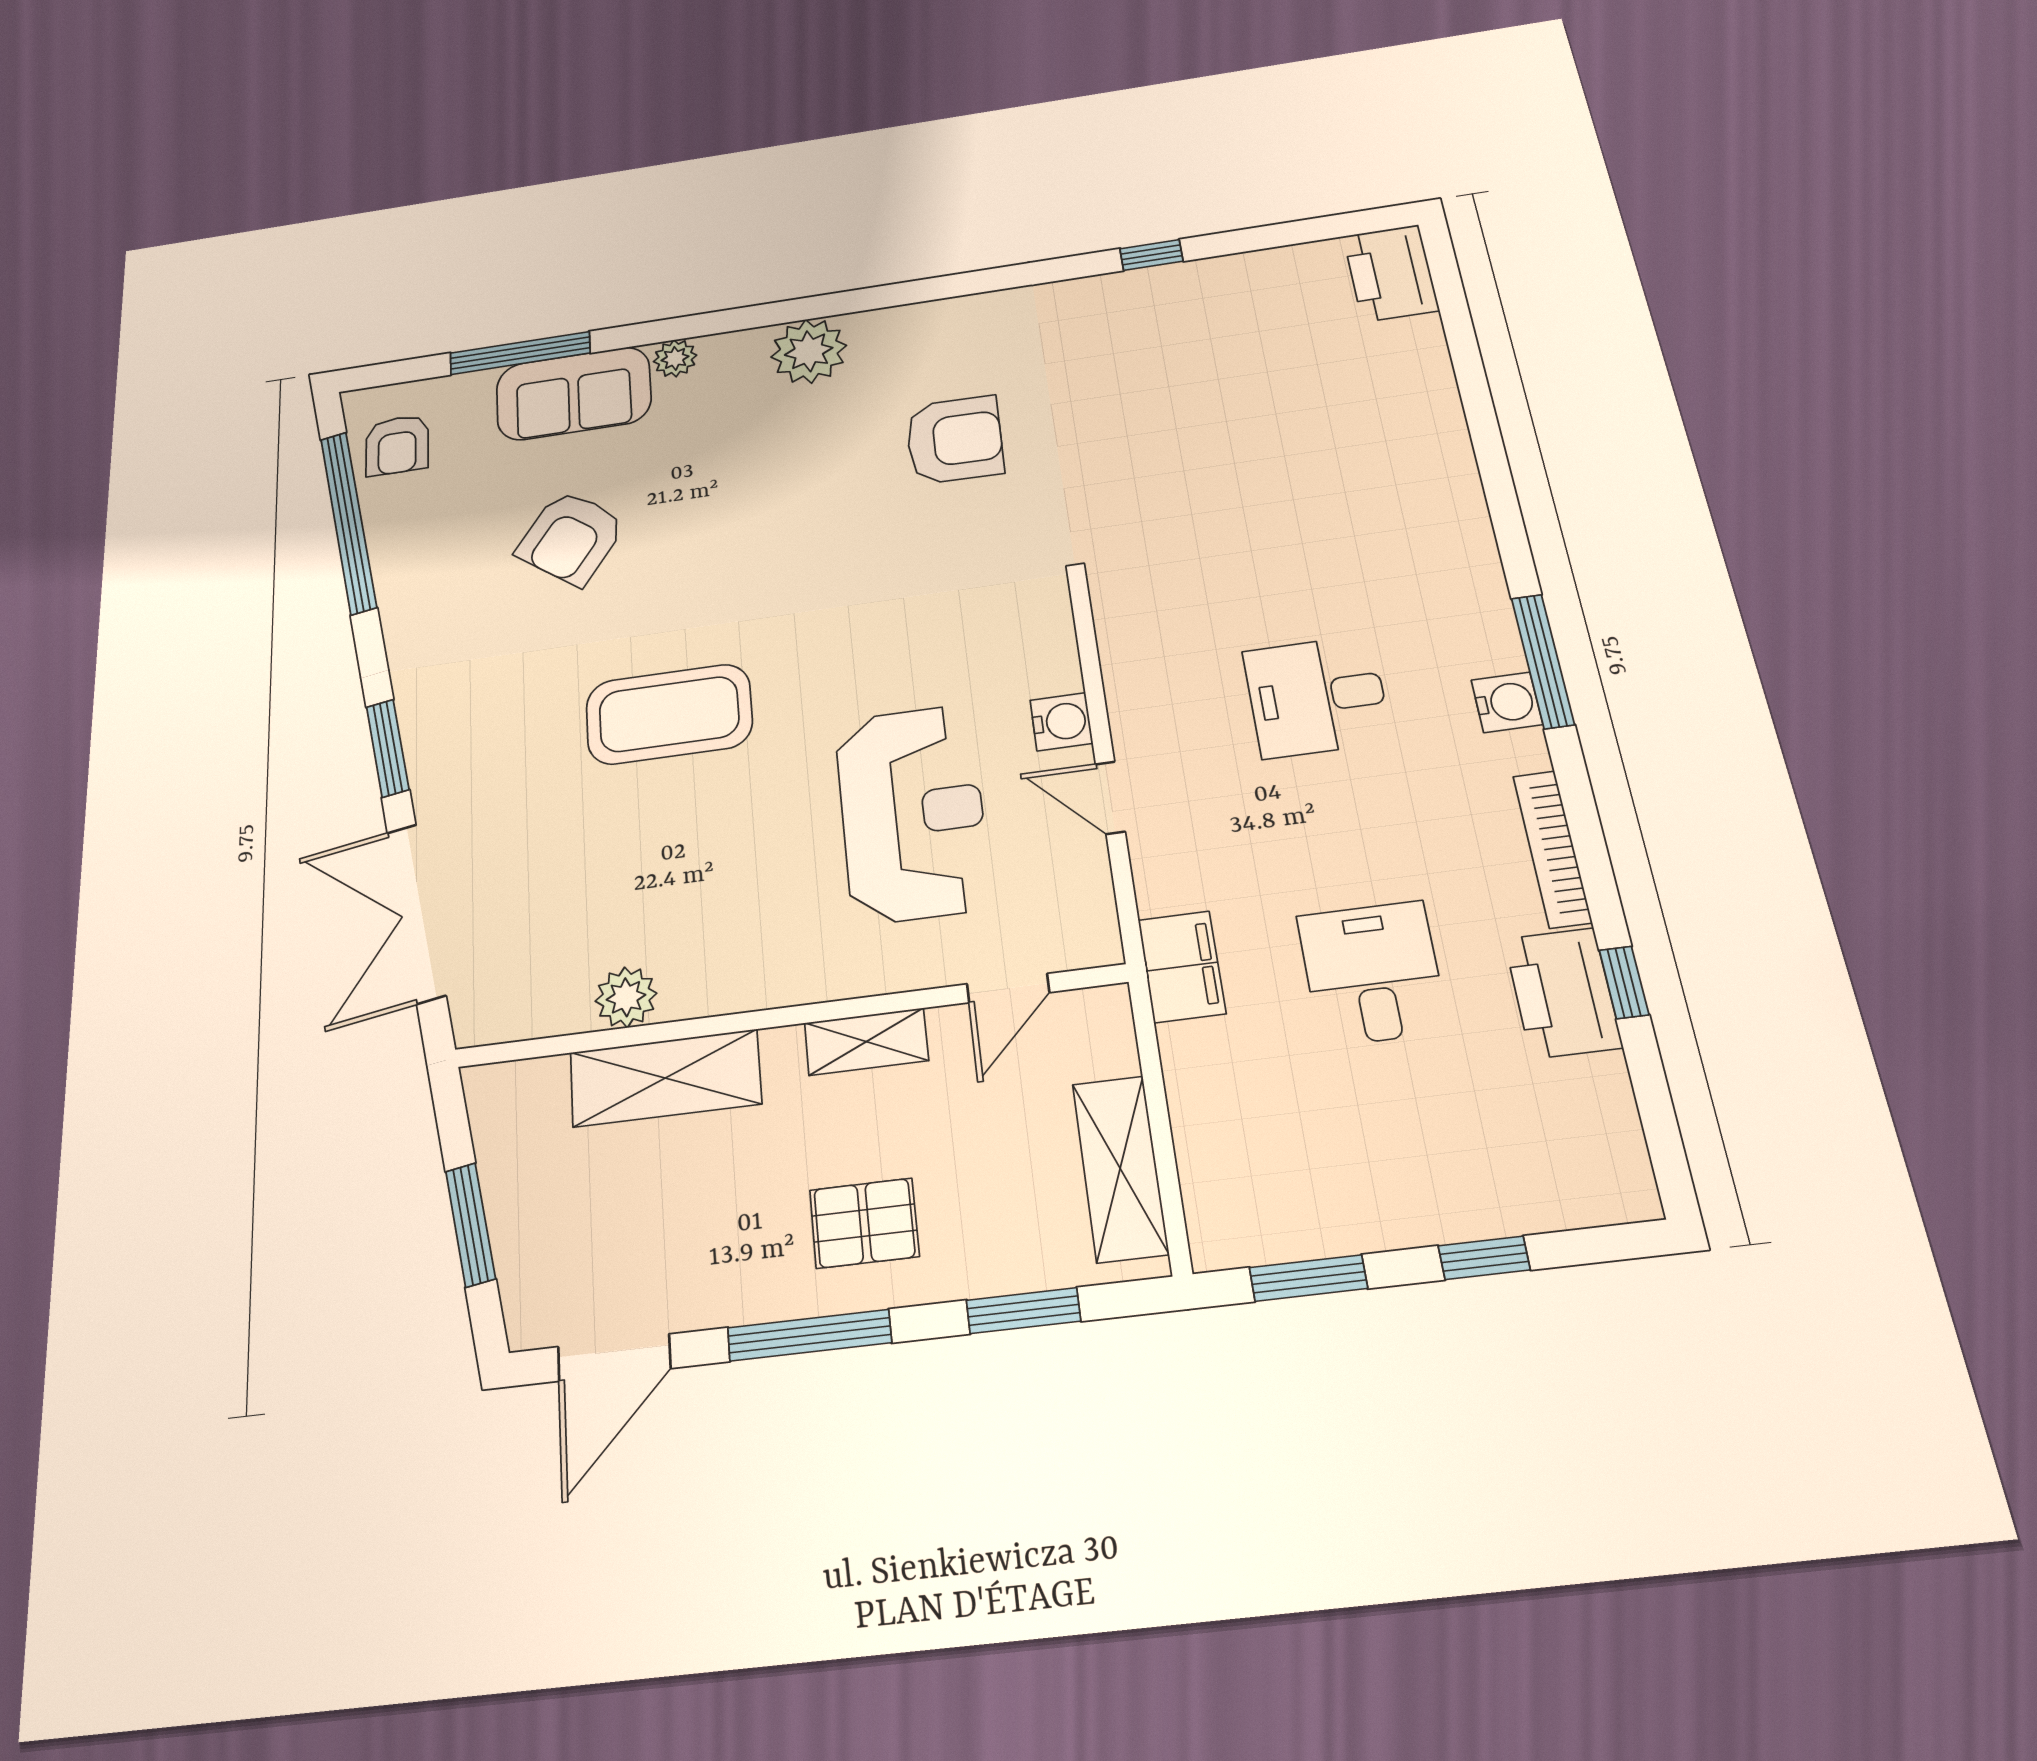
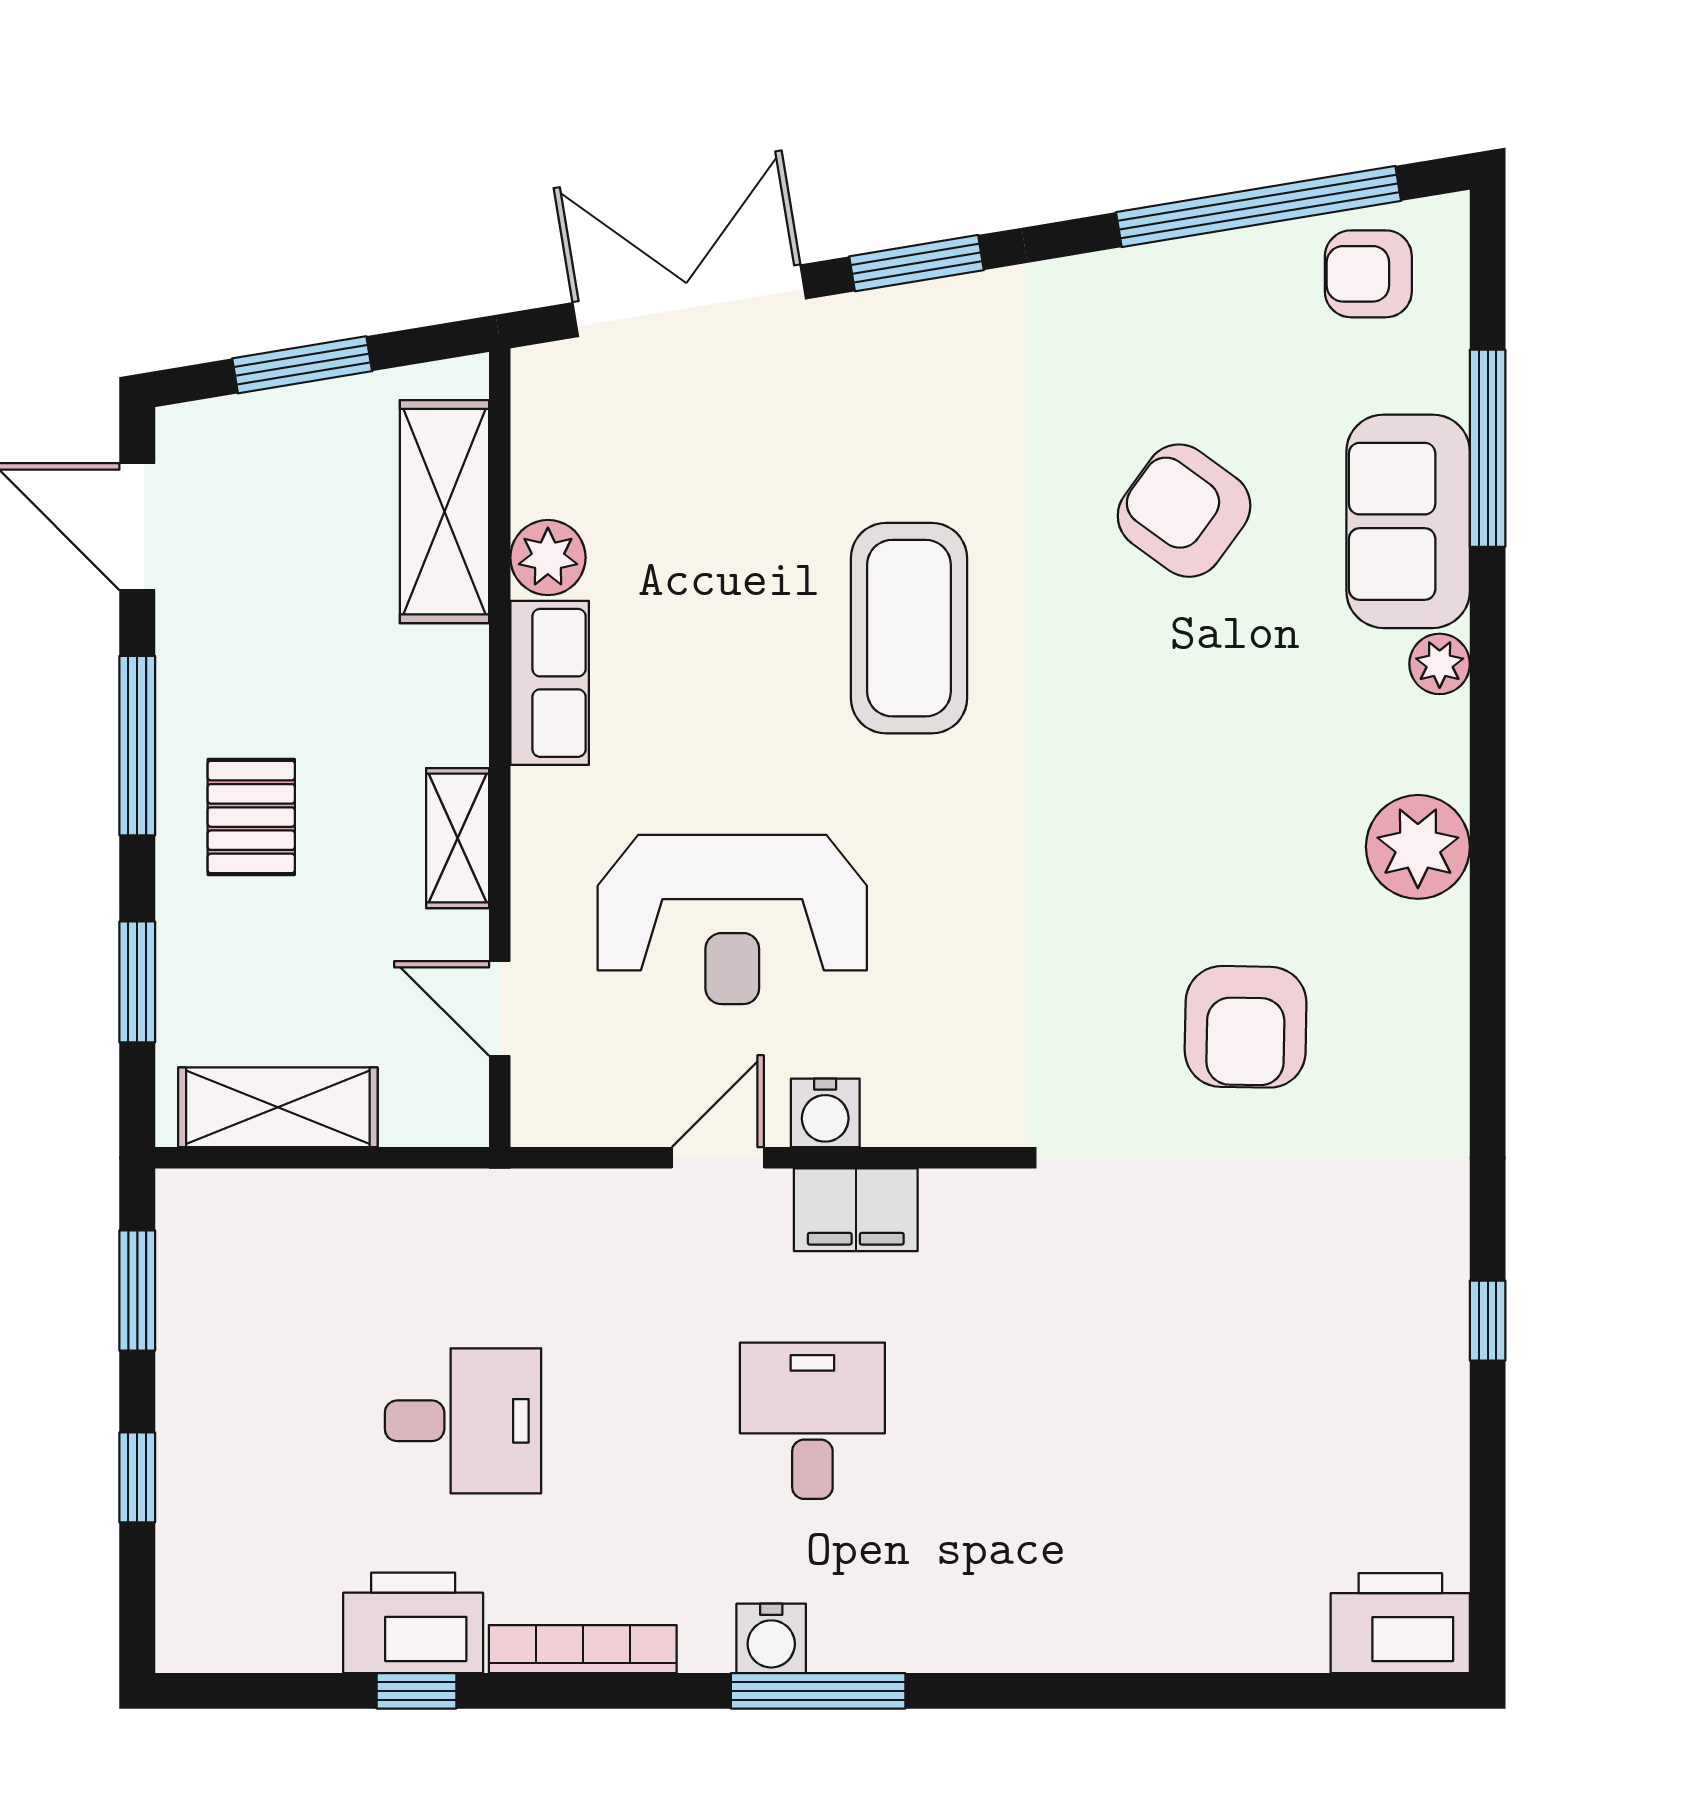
filing cabinet: (1182, 967) -> (856, 1210), moved
row of seats: (730, 983) -> (550, 683), added
shelving: (665, 1078) -> (444, 512), moved

